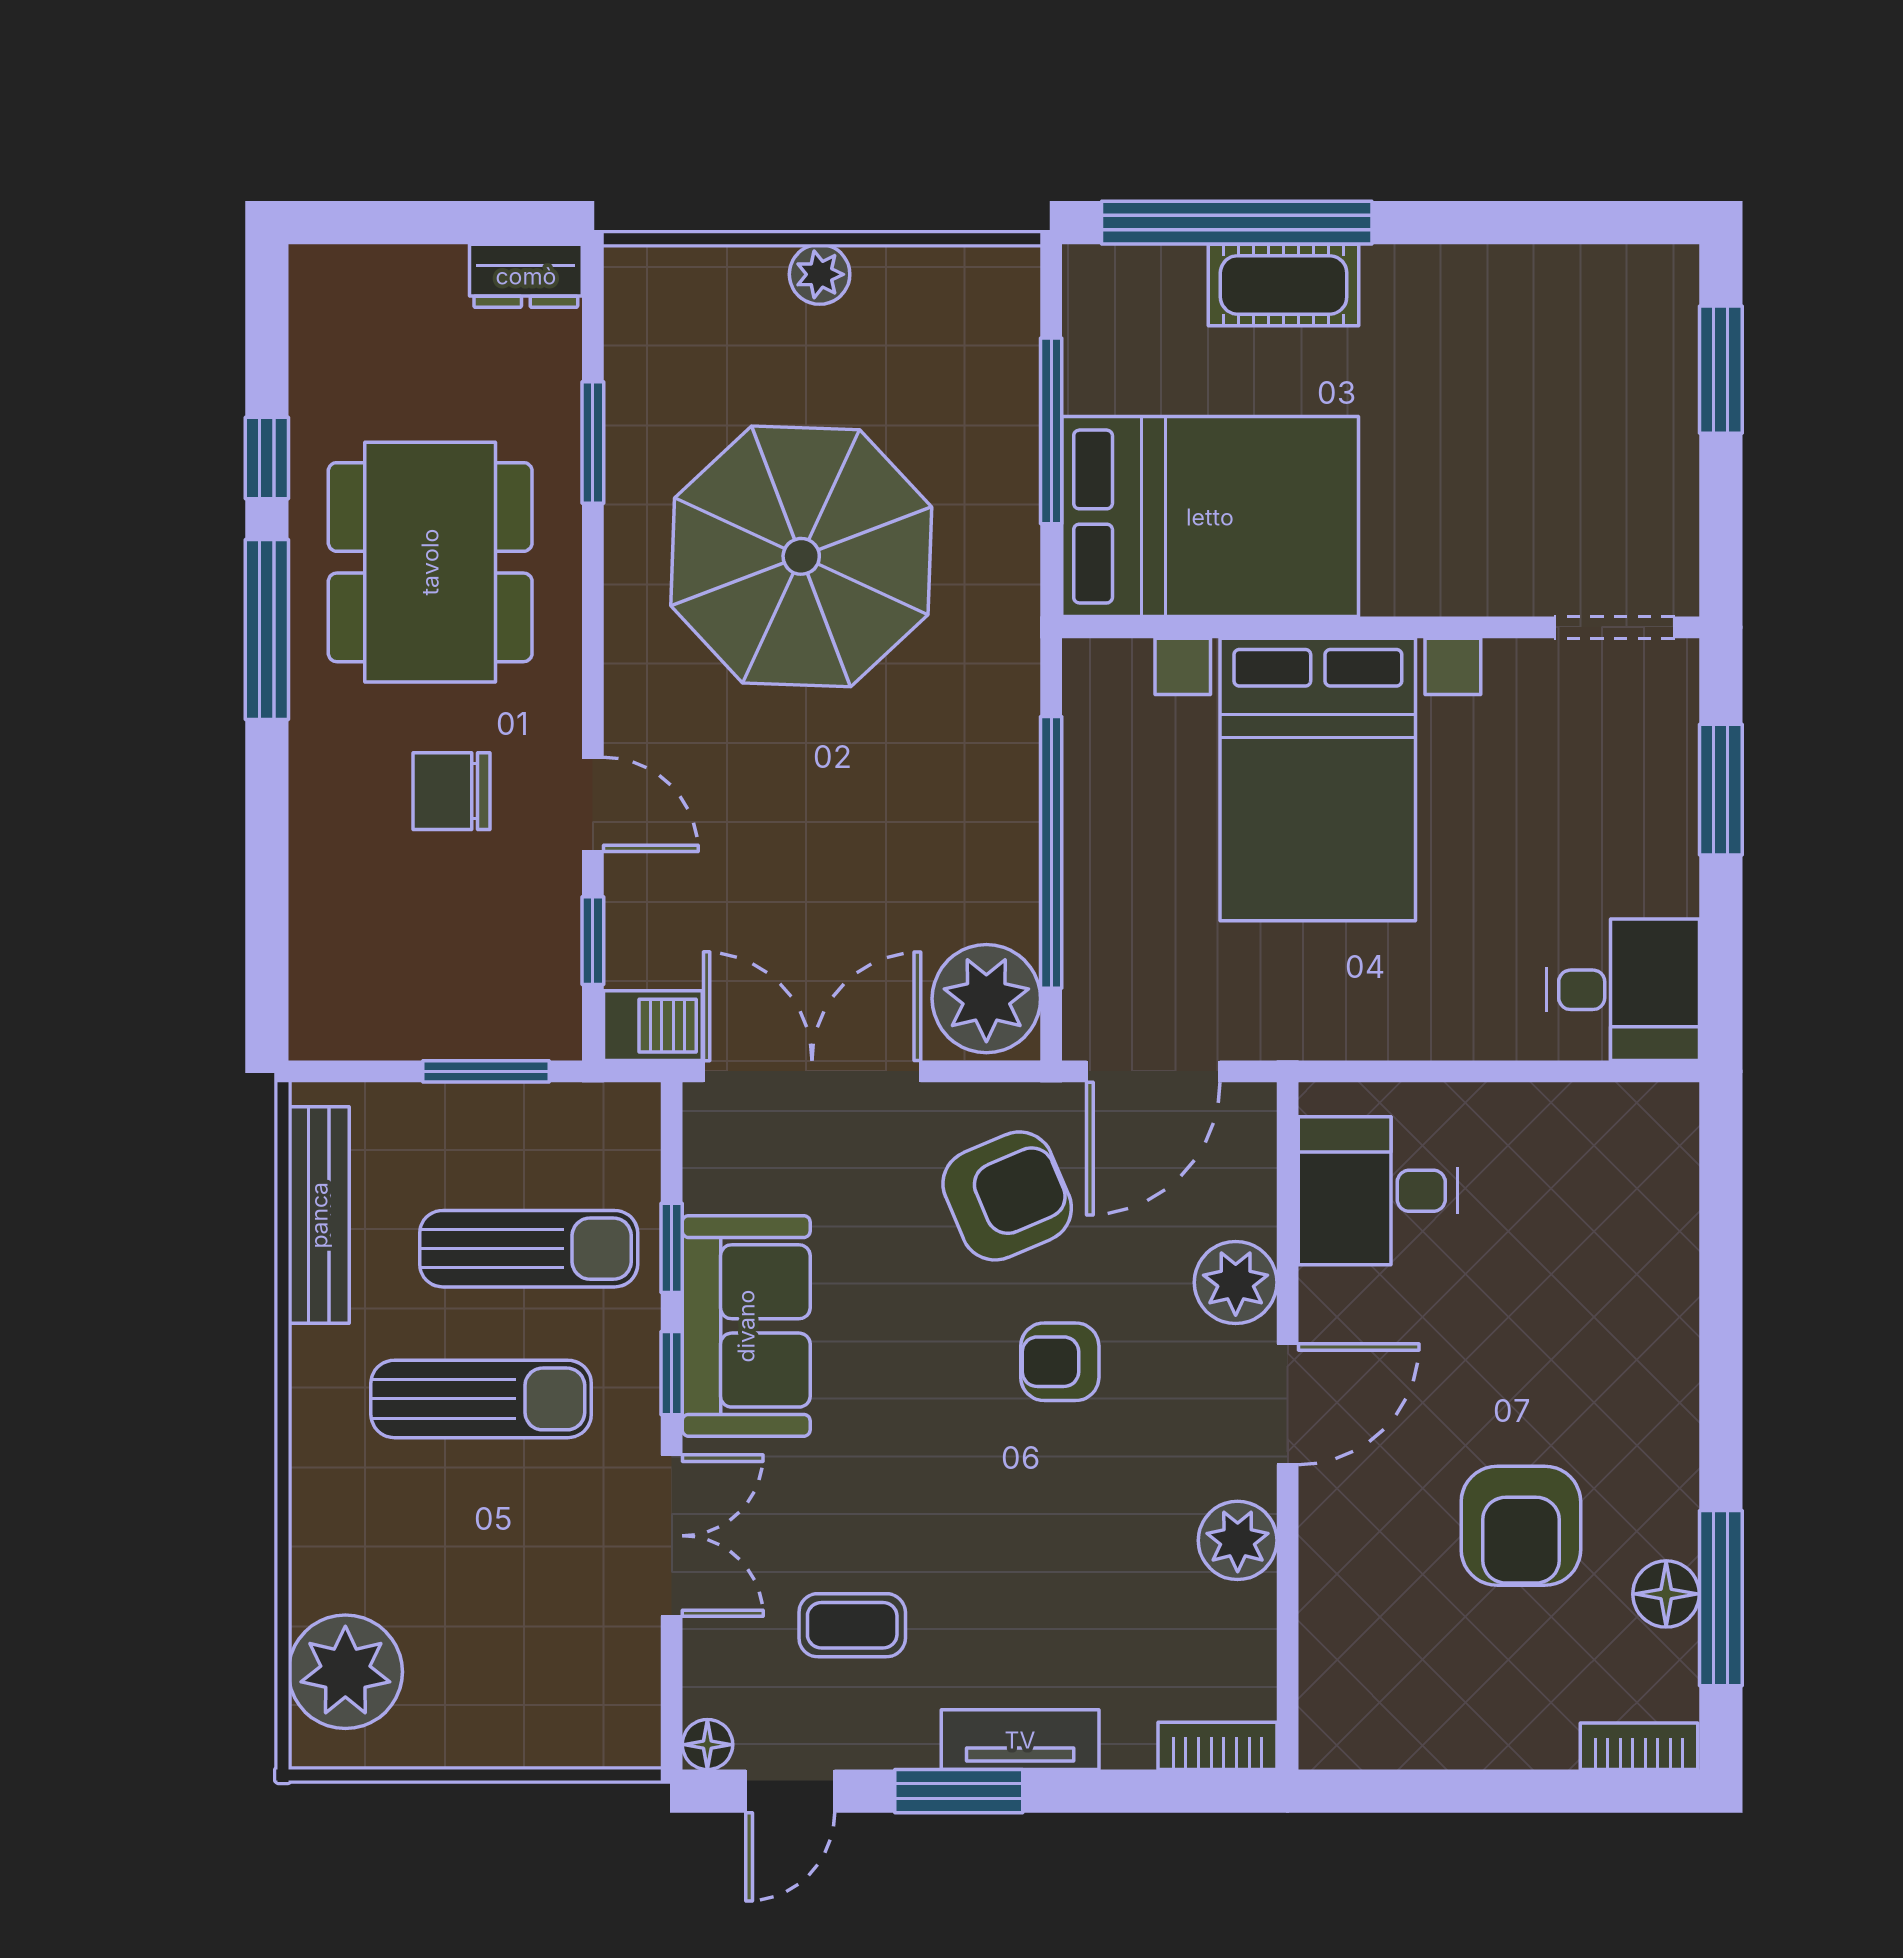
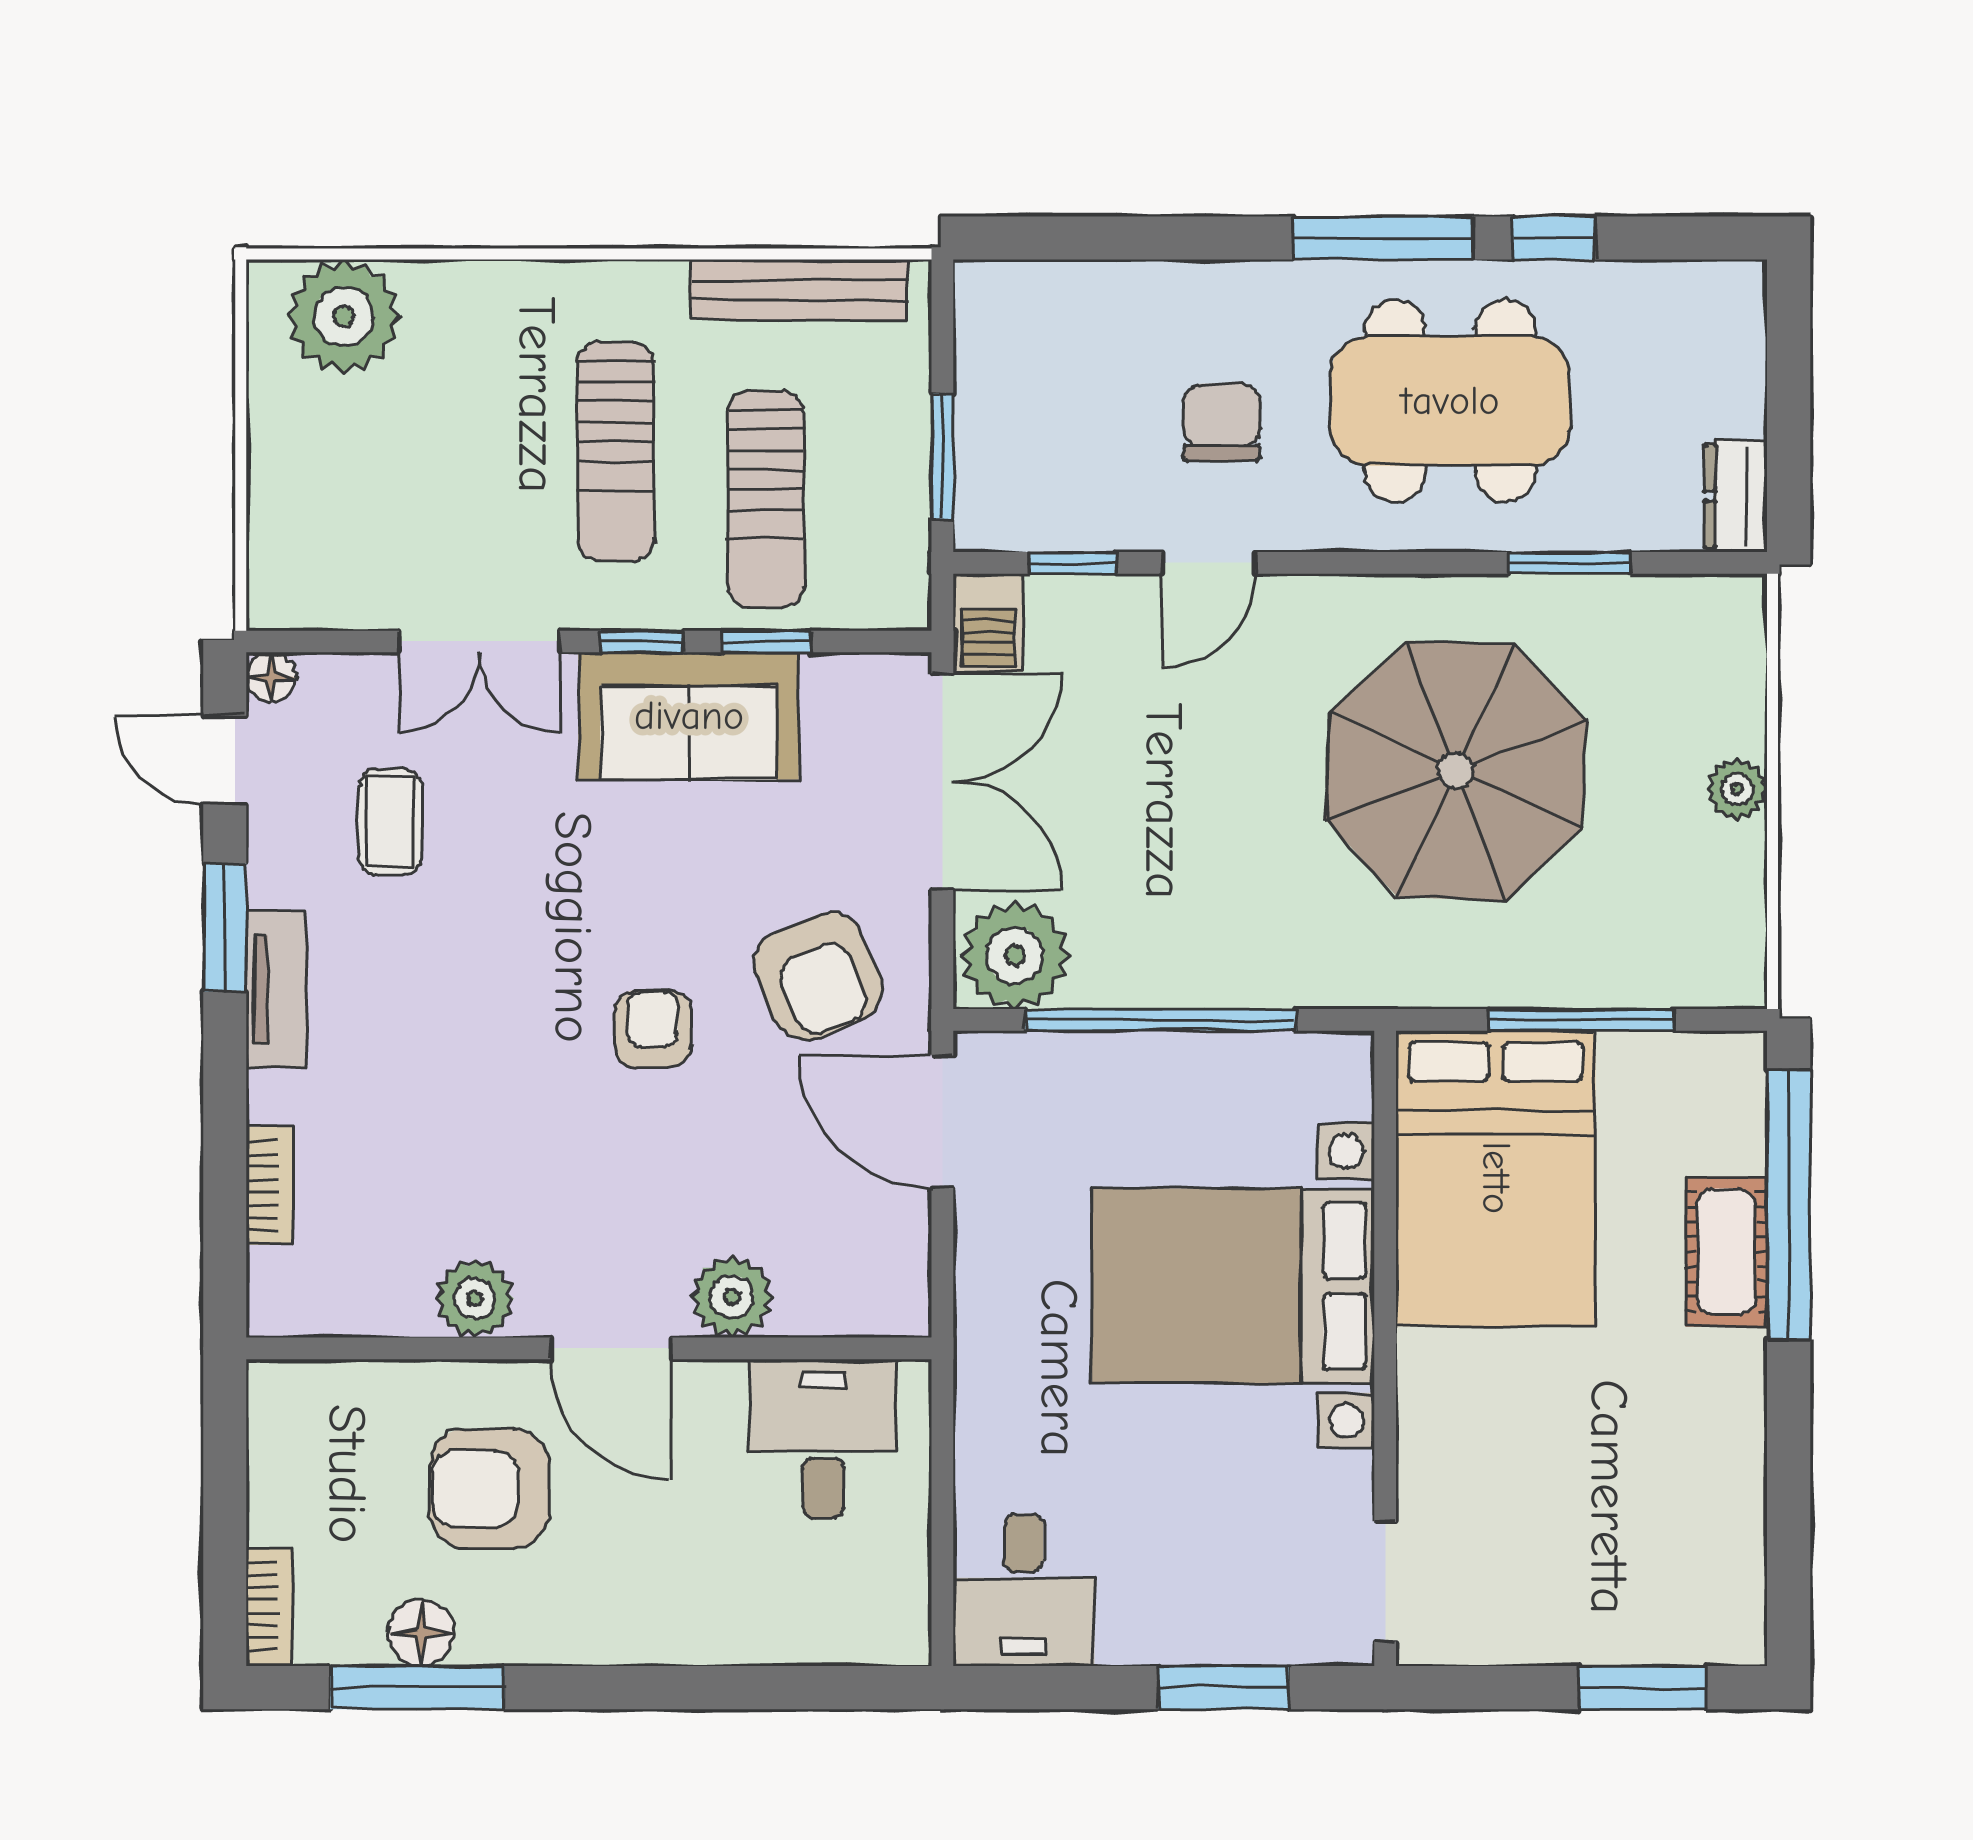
desk: (1378, 1191) -> (823, 1439), moved
plant: (1236, 1282) -> (732, 1297), moved
door: (1288, 1404) -> (611, 1348), moved
wall: (1288, 1426) -> (589, 1348), moved
plant: (1238, 1540) -> (475, 1299), moved

